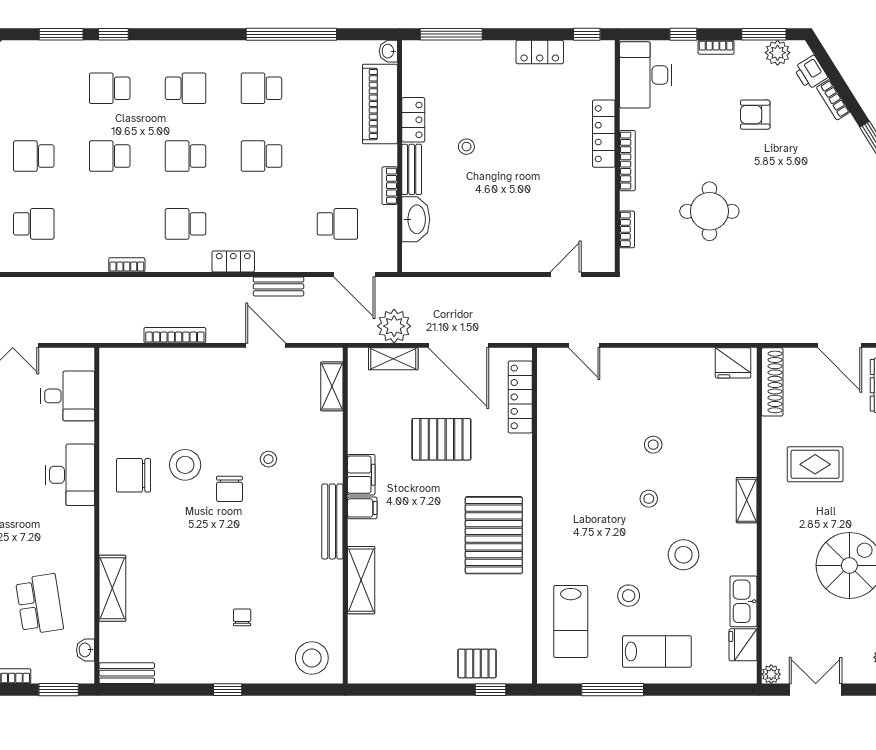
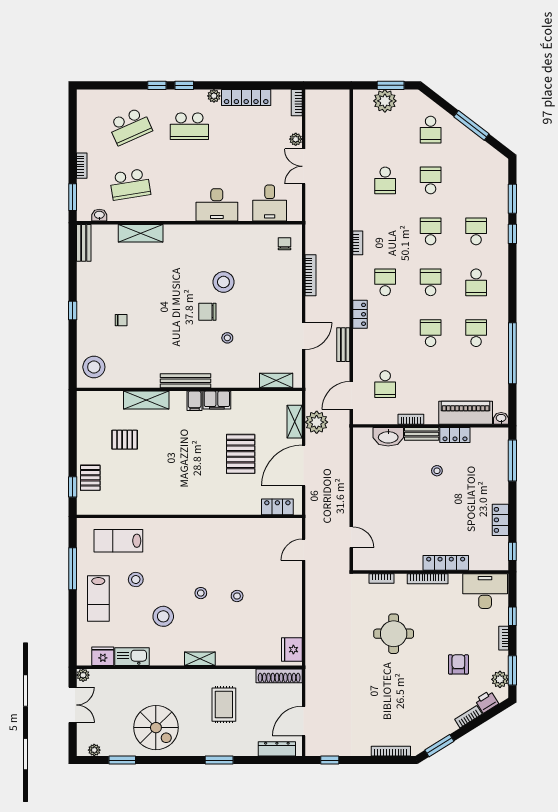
locker: (520, 397) -> (277, 507), width x0.66
chair: (133, 475) -> (284, 244), moved, width x0.54, depth x0.54
pallet: (494, 535) -> (125, 440), moved, width x0.49, depth x0.50

